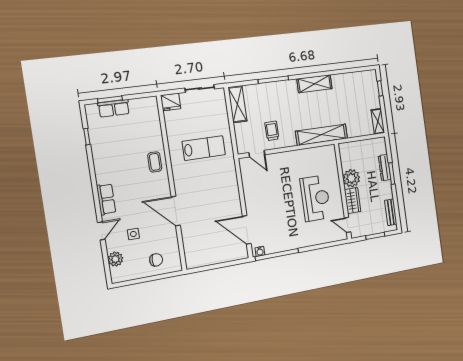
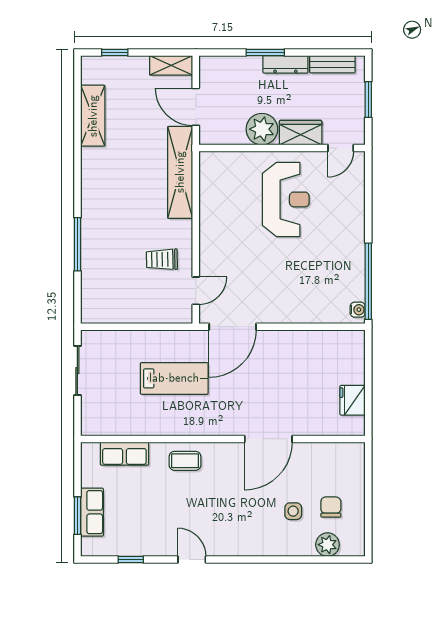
shelving: (315, 84) -> (93, 116), moved
fridge: (171, 102) -> (353, 400), moved, turned 180
shelving: (237, 104) -> (110, 312), removed
door: (358, 139) -> (196, 107), added
lab bench: (204, 148) -> (174, 378), turned 90
dresser: (385, 168) -> (285, 64), moved
reception desk: (315, 198) -> (286, 199), turned 90
row of seats: (106, 199) -> (124, 454), moved, turned 180
door: (247, 230) -> (233, 327), moved
door: (101, 231) -> (192, 560), moved
chair: (156, 260) -> (331, 507), moved

